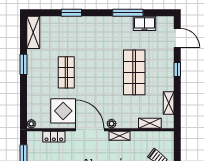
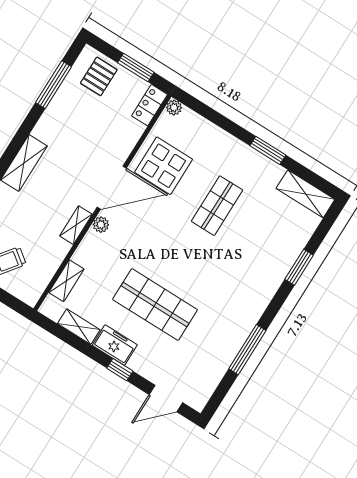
freezer: (145, 23) -> (115, 345), moved, turned 90
shop shelf: (66, 72) -> (217, 206), turned 90
locker: (54, 137) -> (150, 105), moved

